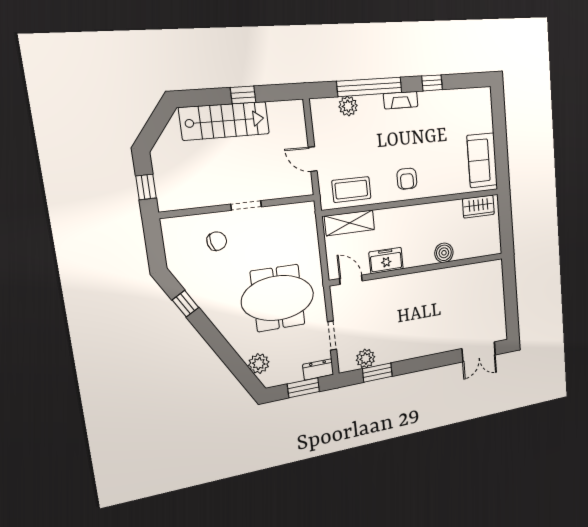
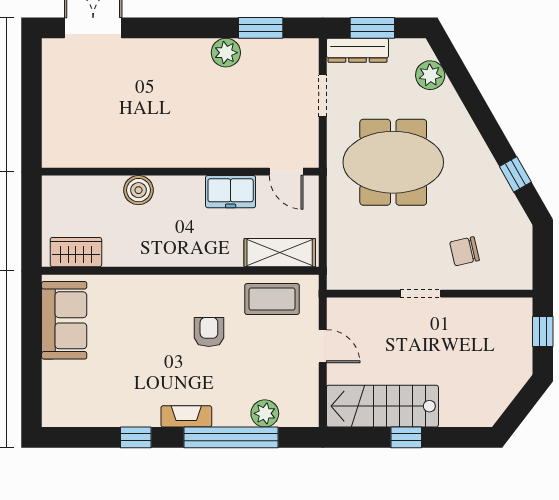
stairs: (225, 121) -> (382, 406), moved
armchair: (407, 179) -> (209, 332), moved
plant: (366, 358) -> (226, 53), moved
dresser: (318, 369) -> (358, 50), width x1.44

